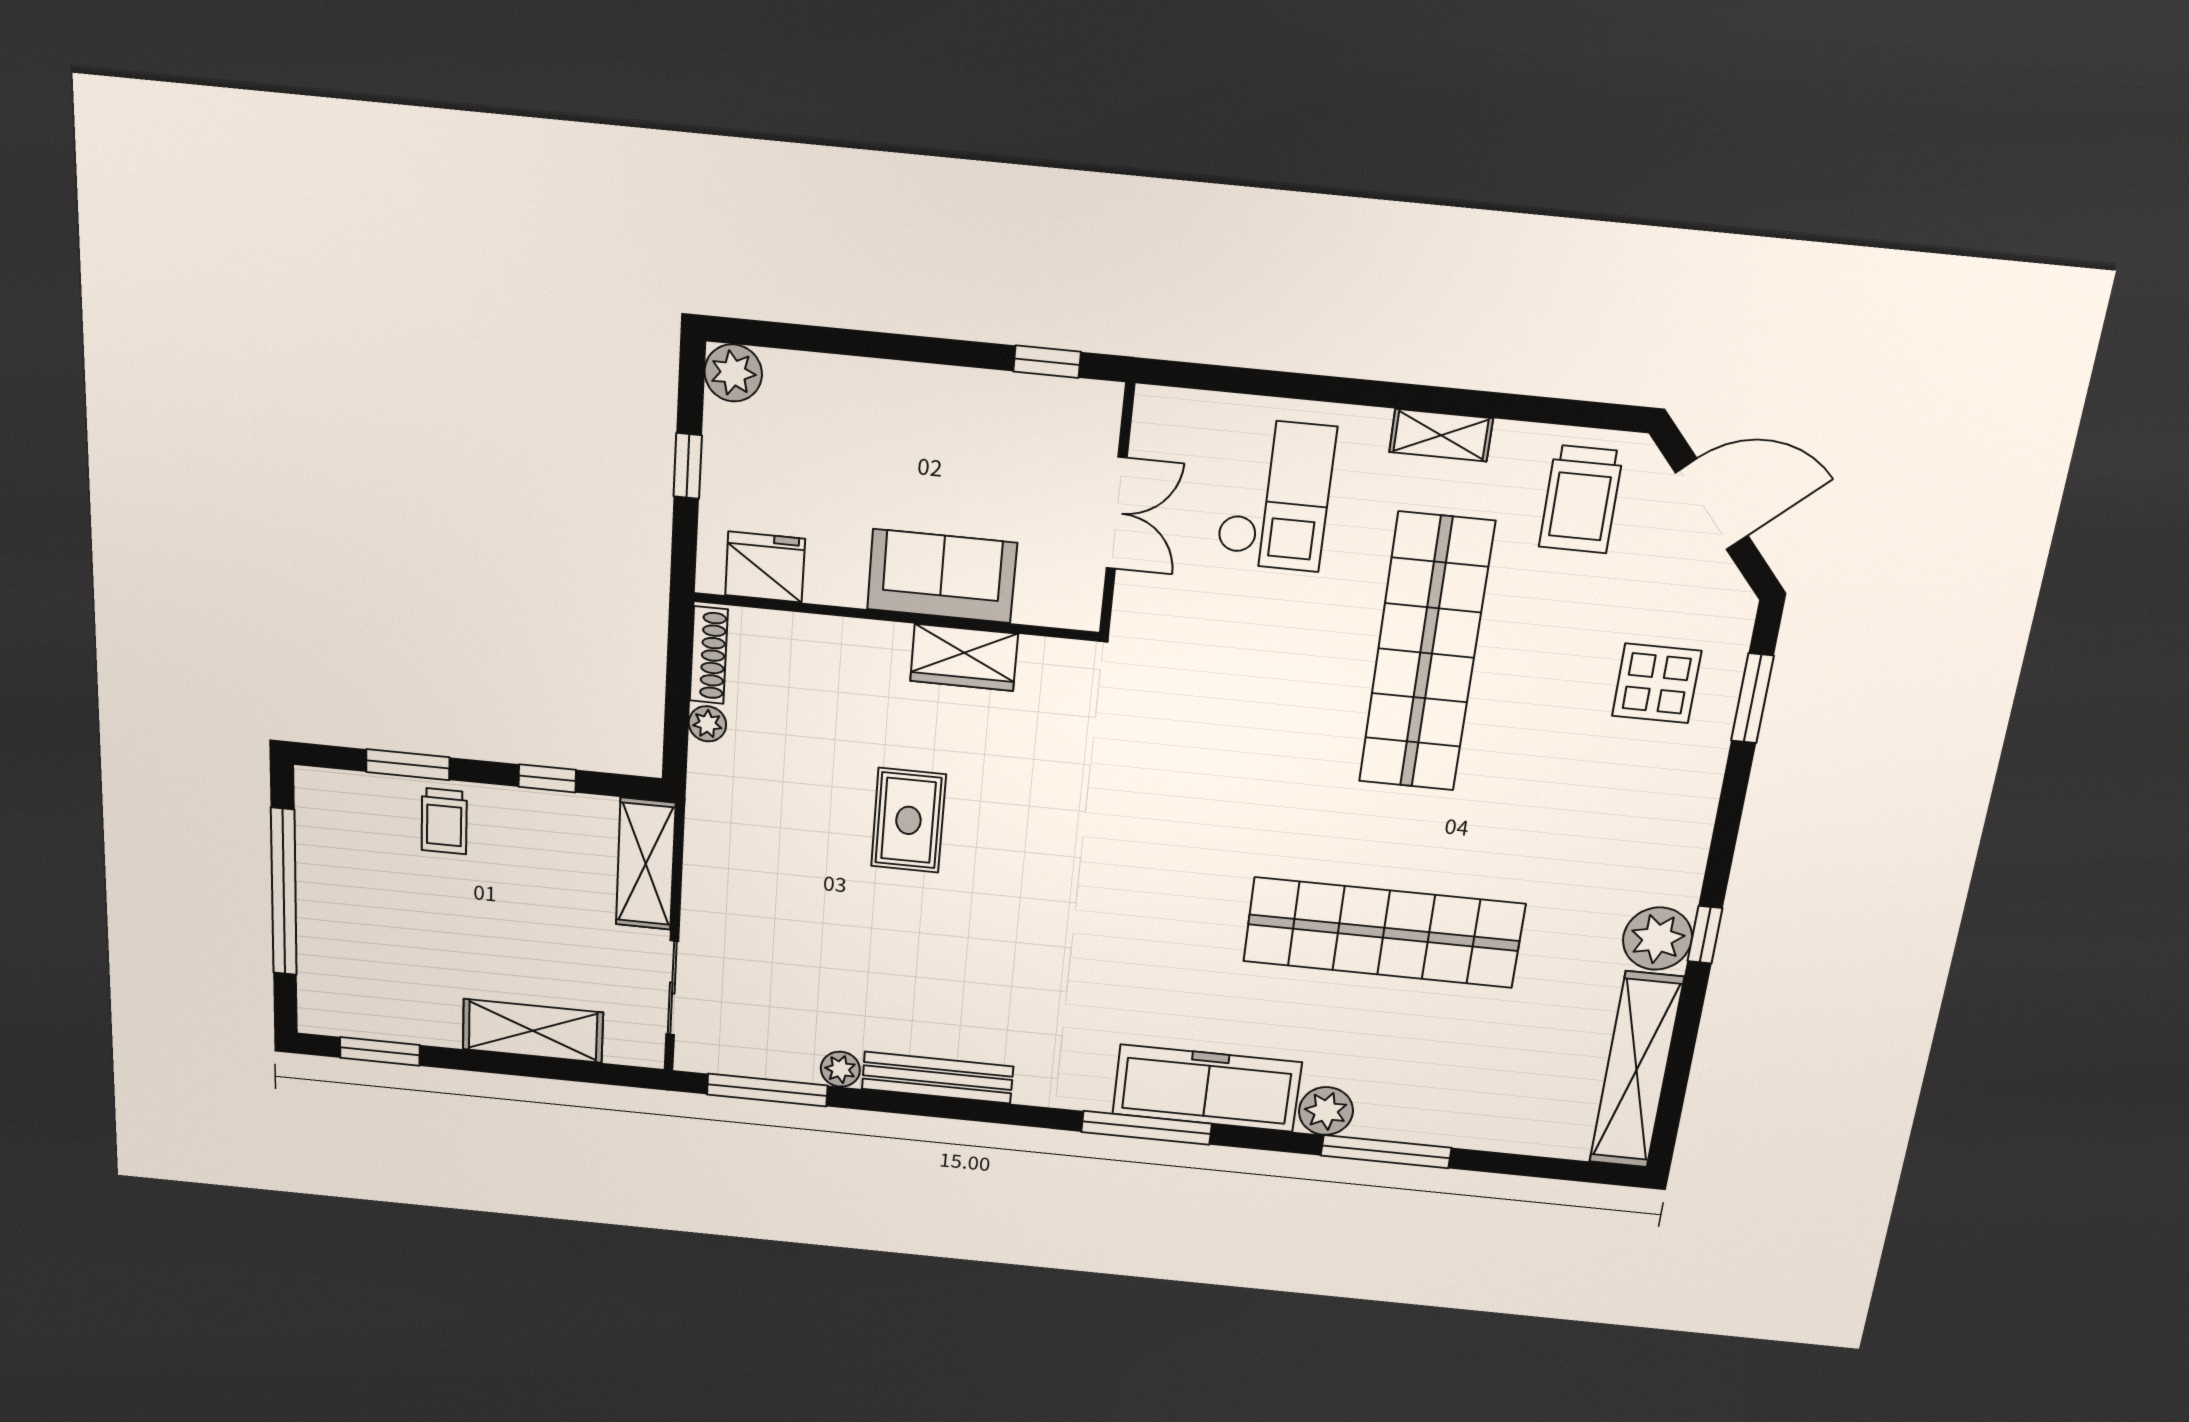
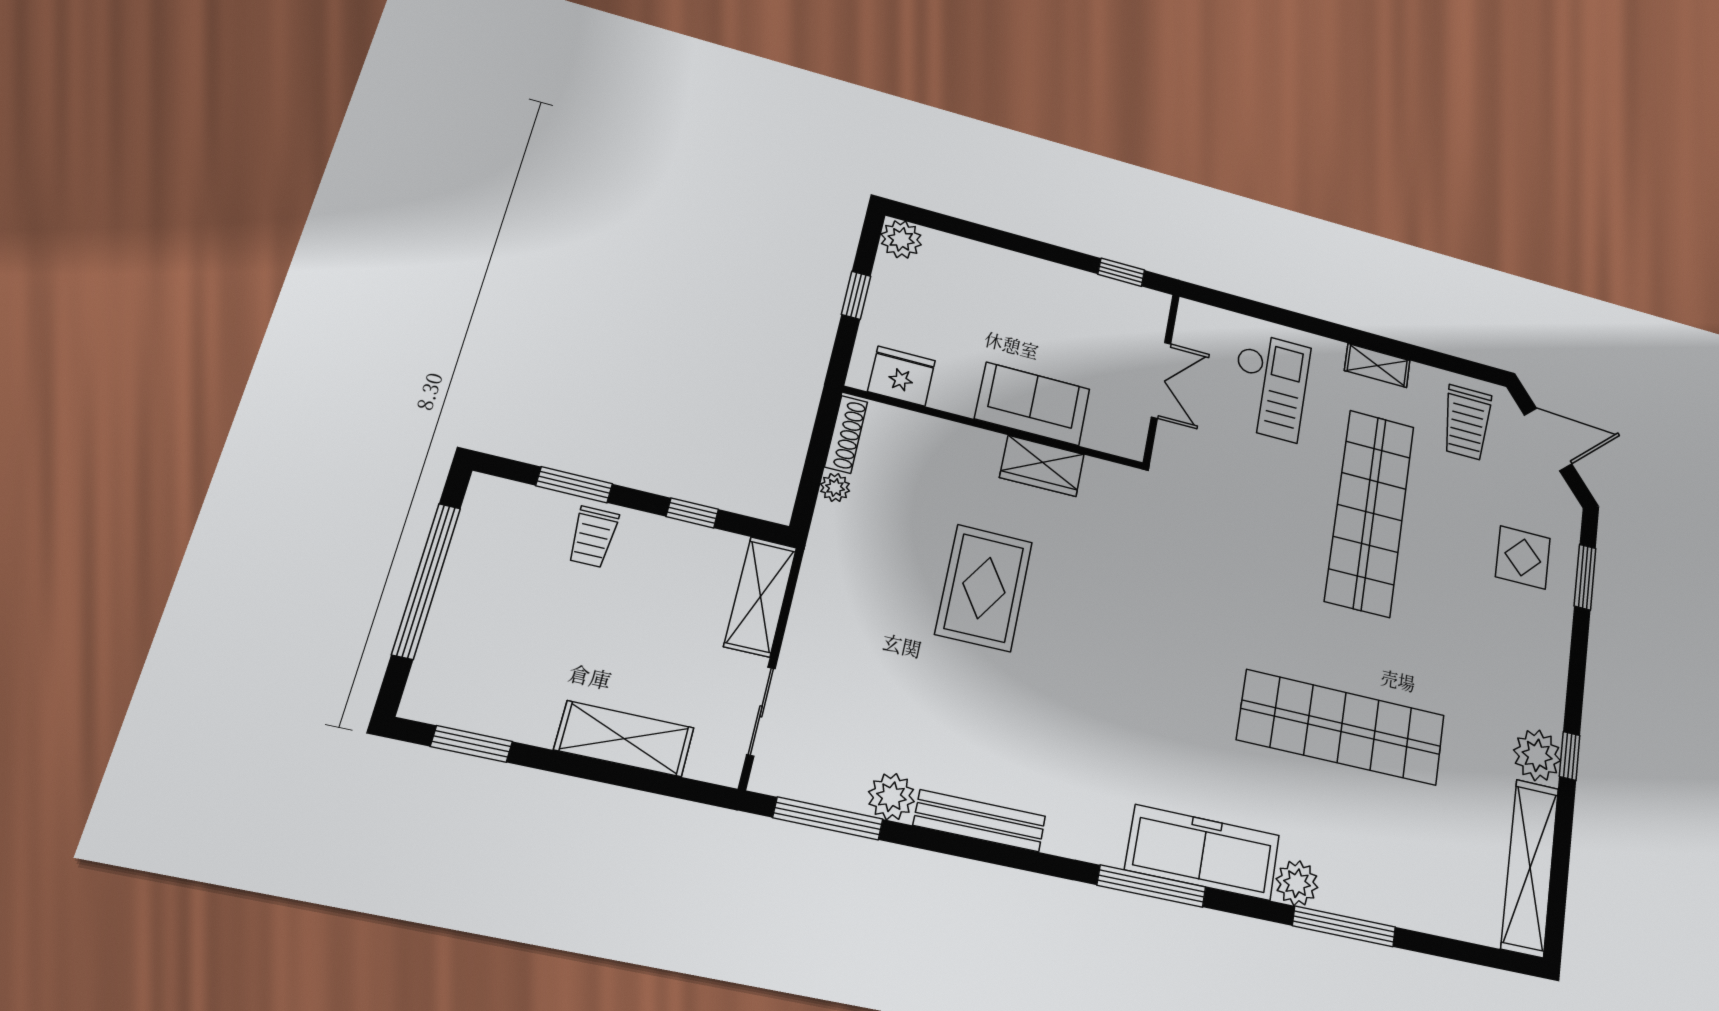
rug: (908, 820) -> (984, 588), width x1.36, depth x1.43
plant: (840, 1069) -> (891, 797), width x1.38, depth x1.38

